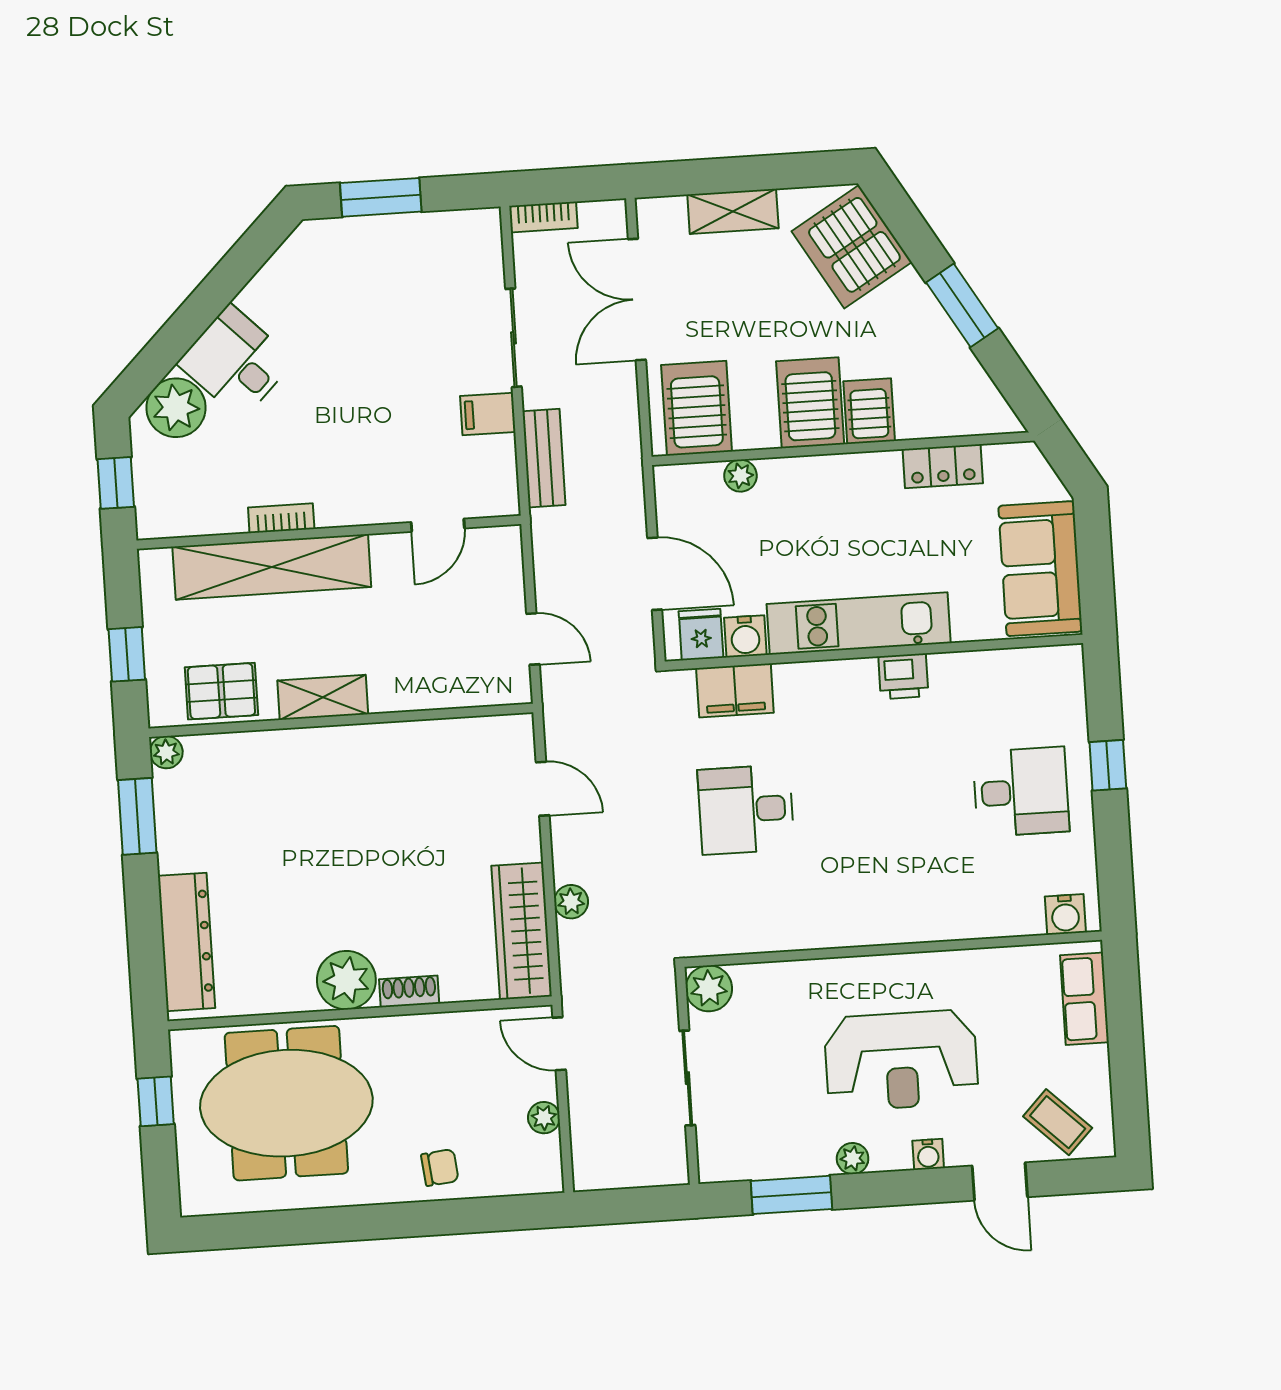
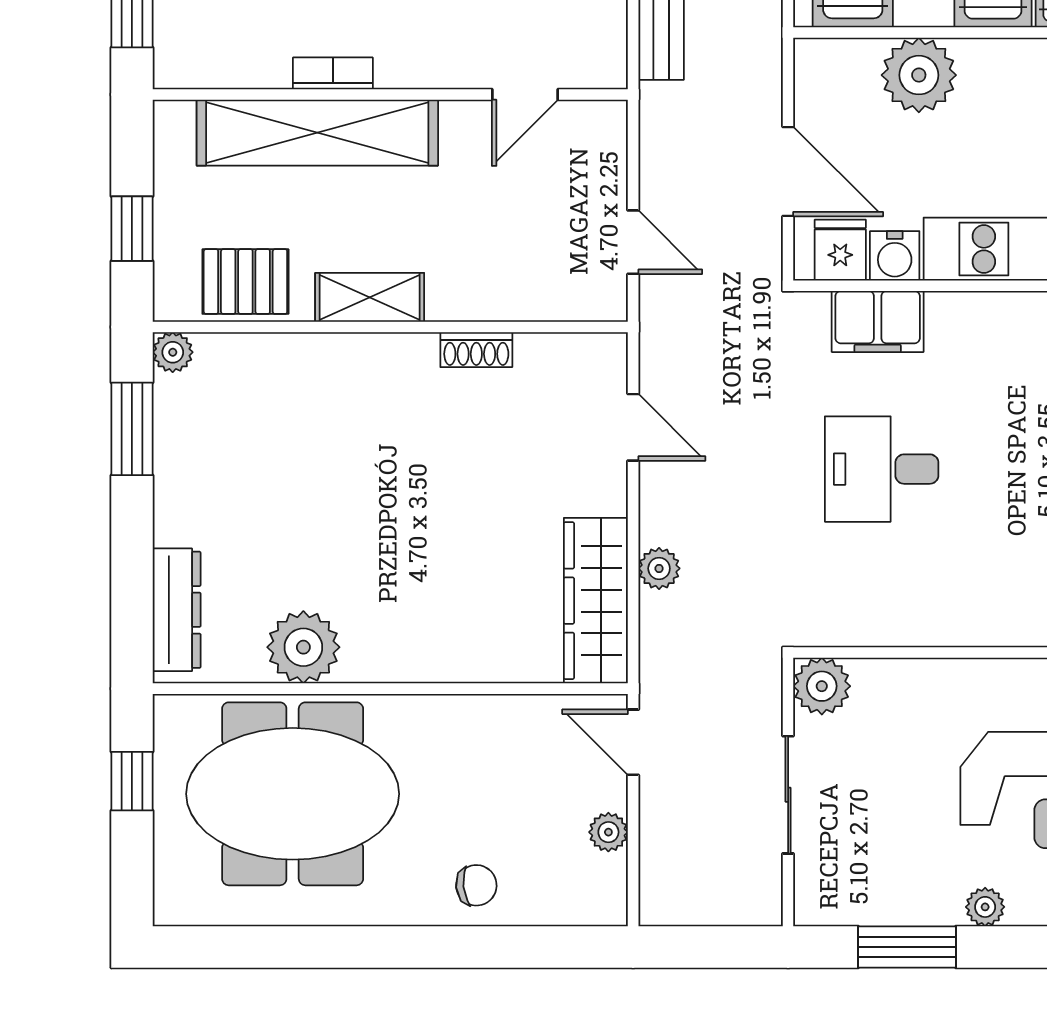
plant: (740, 476) -> (919, 75), width x1.88, depth x1.88
dresser: (186, 942) -> (177, 610), width x0.73, depth x0.80
plant: (346, 980) -> (303, 647), moved
shoe rack: (409, 991) -> (476, 350), moved, turned 180

